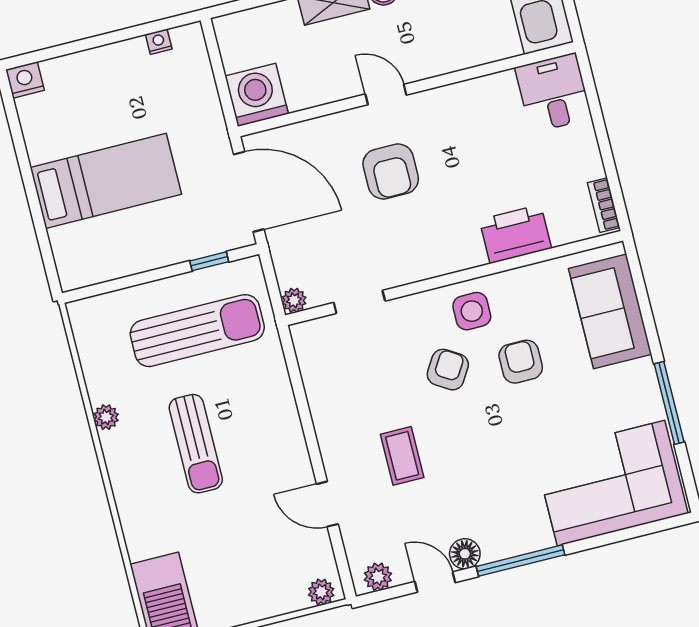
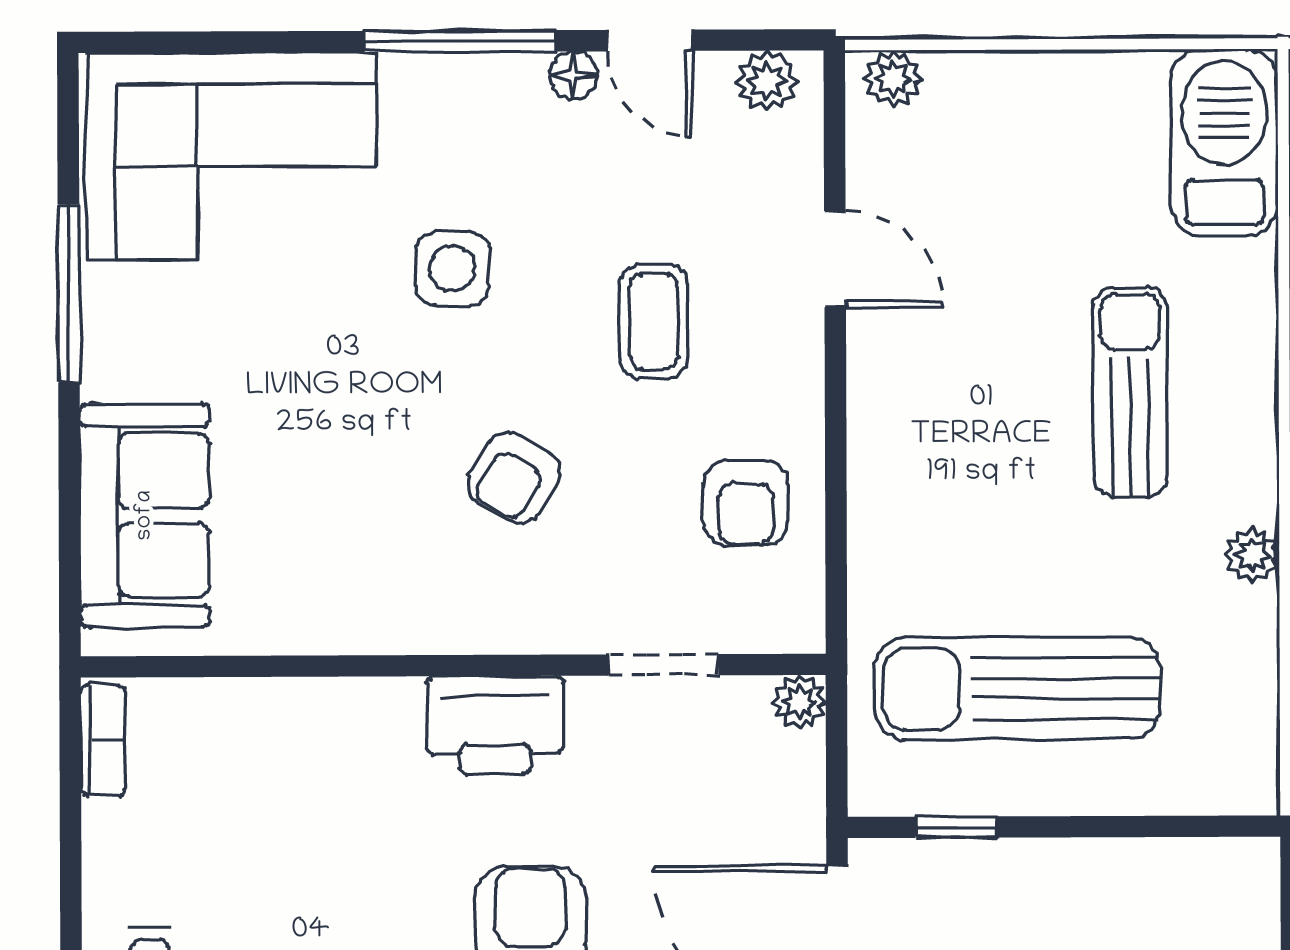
printer: (515, 234) -> (495, 725), moved
side table: (472, 311) -> (452, 268), moved
armchair: (521, 362) -> (746, 503), moved
sun lounger: (196, 444) -> (1130, 392), moved
floor lamp: (465, 554) -> (573, 75), width x0.73, depth x0.73

